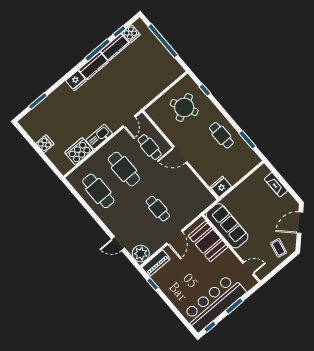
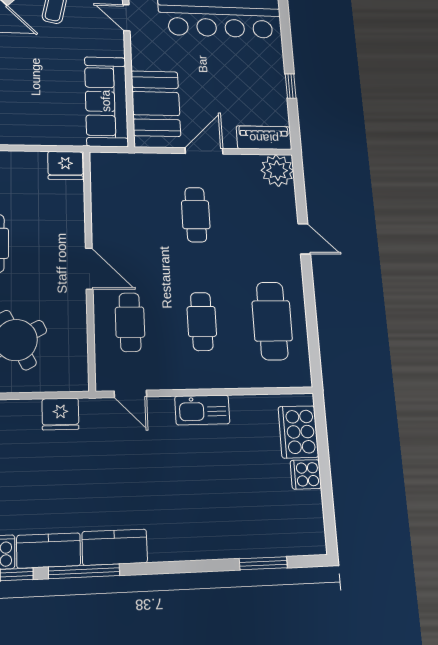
fridge: (76, 81) -> (60, 414), moved, turned 180
door: (129, 122) -> (130, 394), swing flipped
cooker: (79, 151) -> (298, 432), moved, turned 90
cafe table: (124, 169) -> (202, 321), width x0.73, depth x0.74
door: (118, 244) -> (304, 239), moved
window: (153, 284) -> (291, 86), moved

